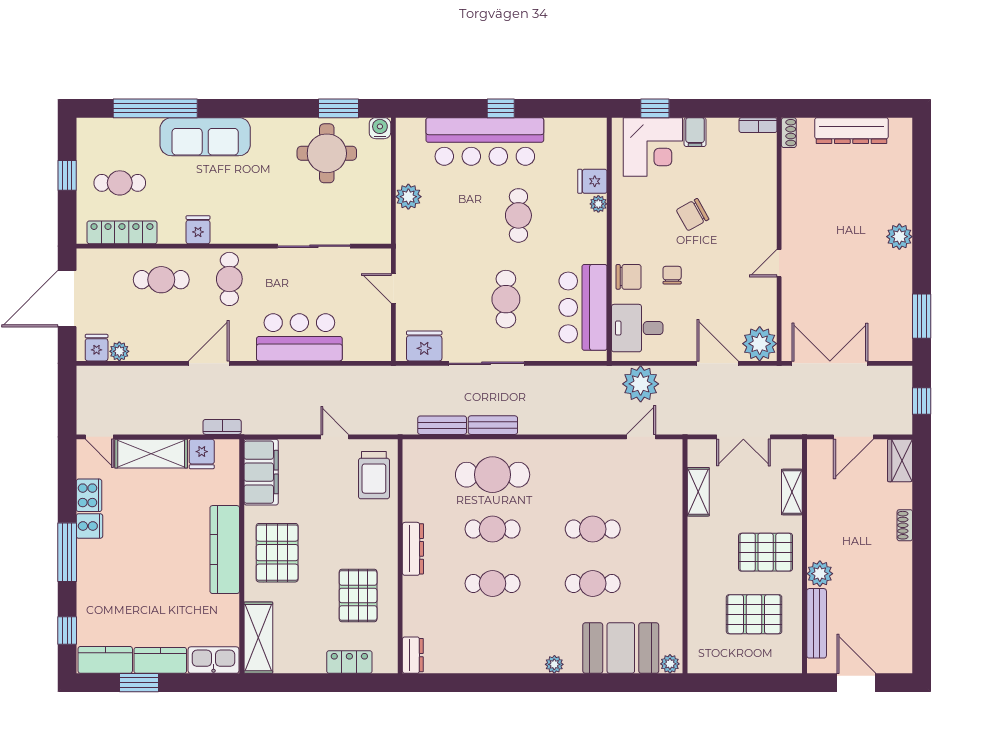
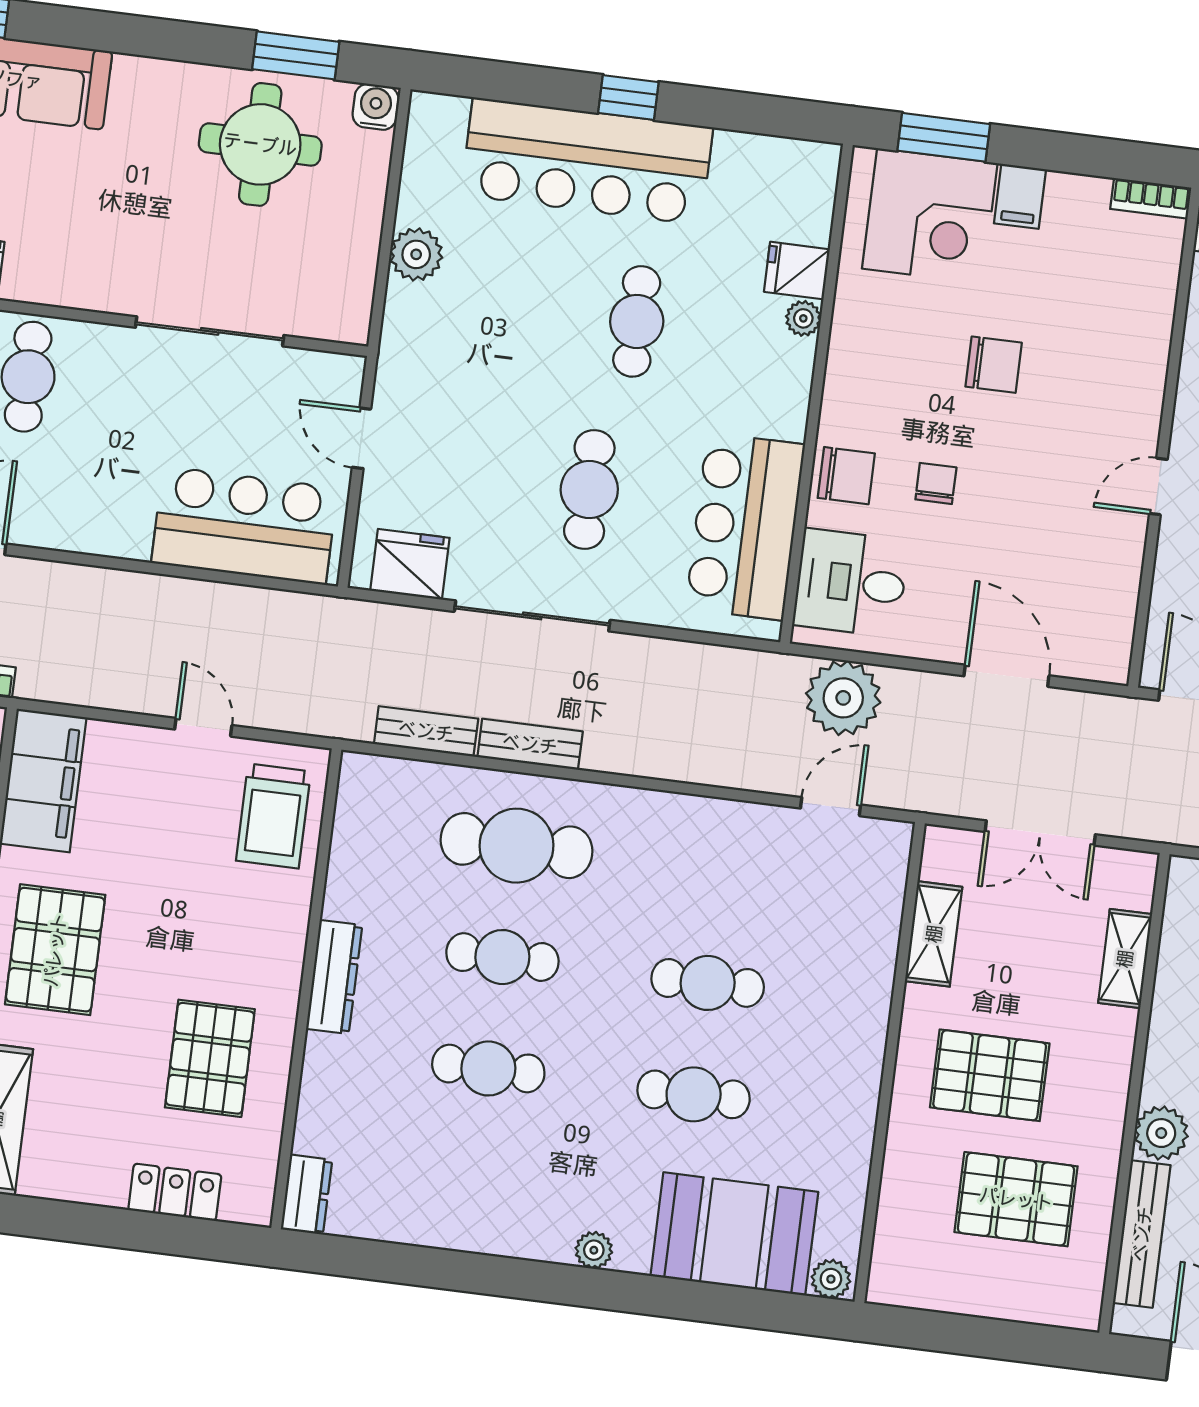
window: (655, 108) -> (944, 137), width x1.50
chair: (693, 215) -> (994, 365), turned -151
bar counter: (299, 337) -> (244, 525), moved
plant: (760, 344) -> (1097, 647), removed
pallet: (766, 552) -> (990, 1075), moved

